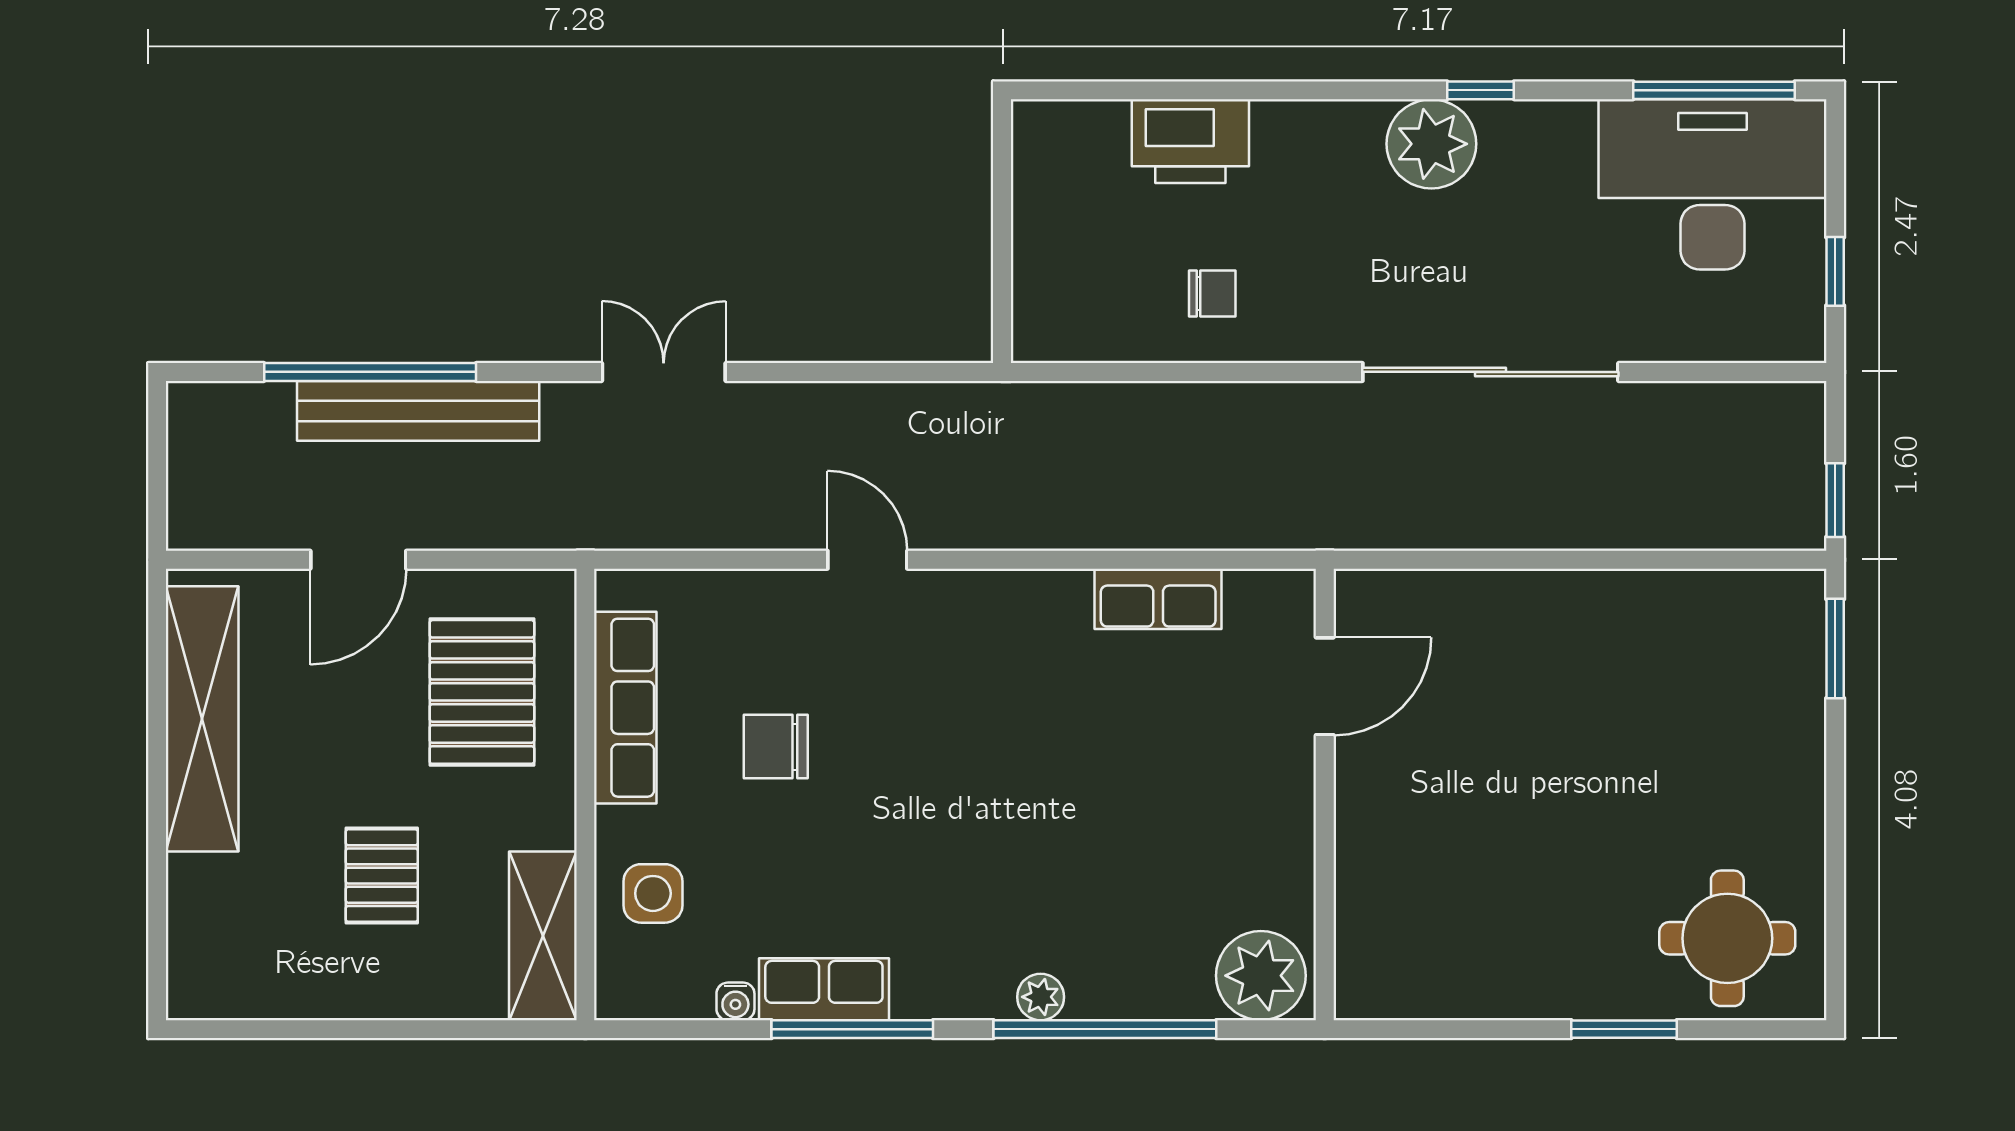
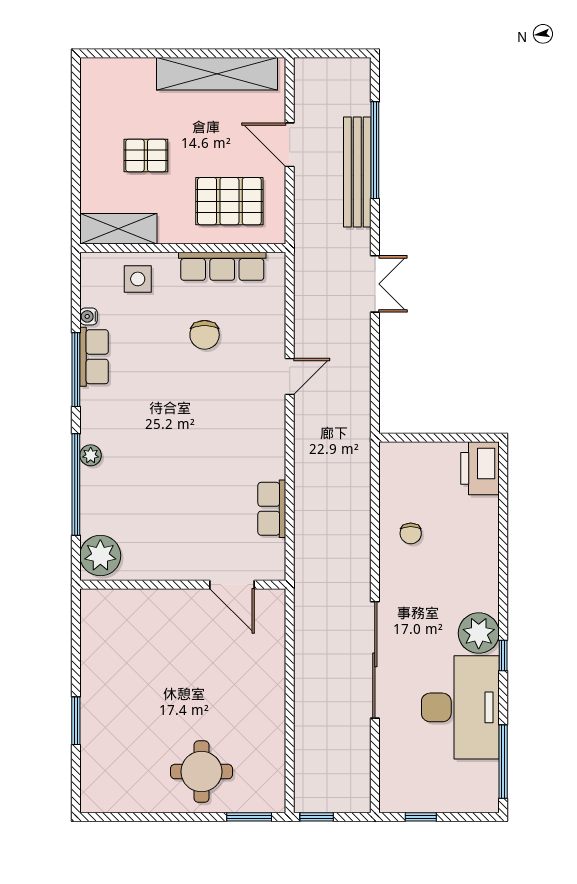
printer: (1190, 141) -> (480, 468), moved
desk: (1712, 184) -> (460, 707), moved
chair: (776, 747) -> (205, 335), turned 180
round table: (1727, 938) -> (201, 772), moved

